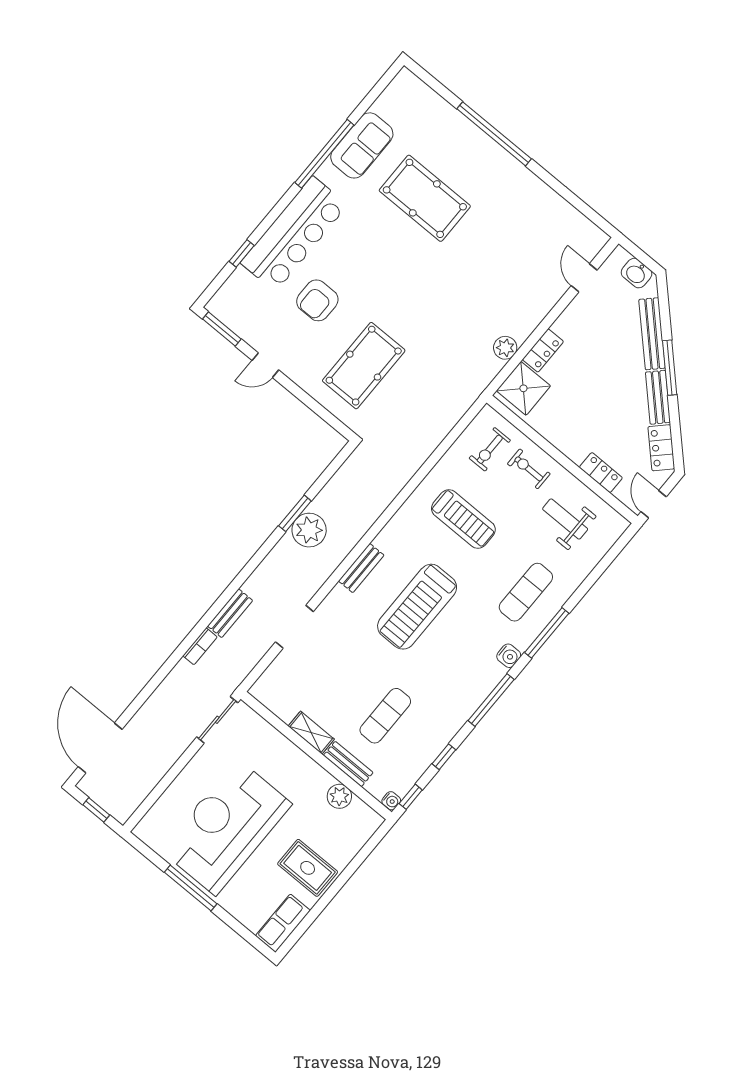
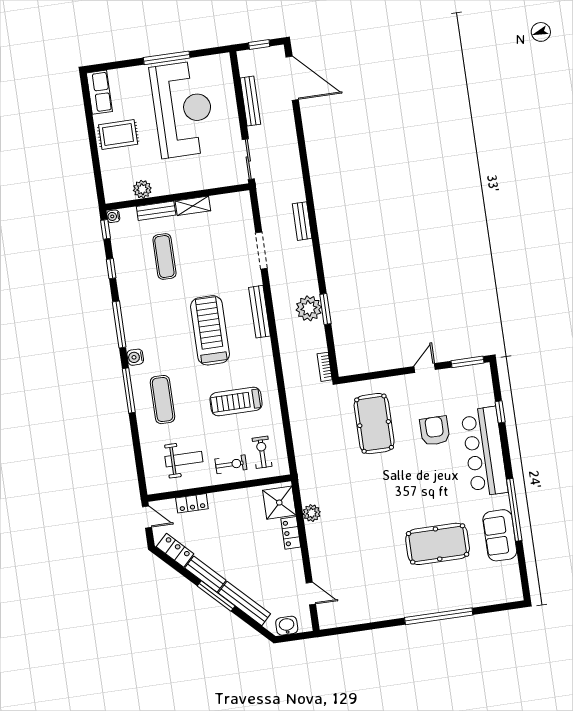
bench: (361, 568) -> (260, 312), width x1.36
bookcase: (200, 646) -> (325, 367), moved
bench: (159, 769) -> (250, 101), added

